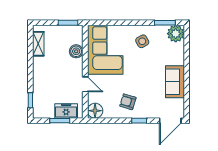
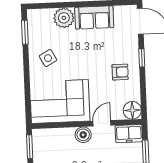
plant: (176, 34) -> (64, 18), moved
boiler: (76, 51) -> (83, 135), moved
armchair: (128, 102) -> (120, 72), turned -107
freezer: (66, 111) -> (129, 134), moved, turned -90

